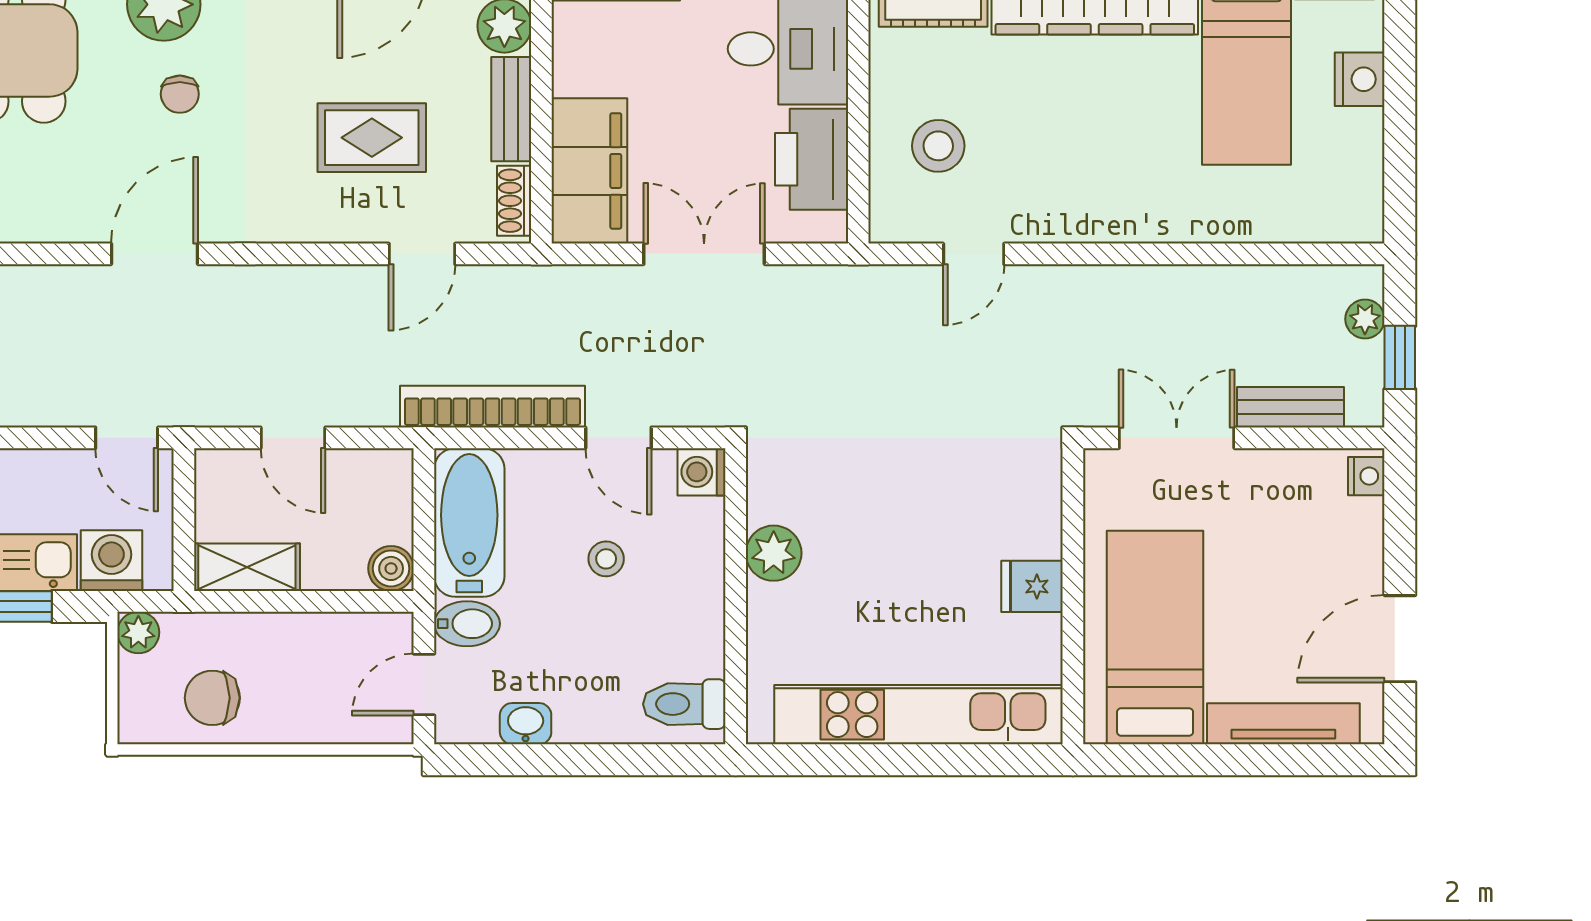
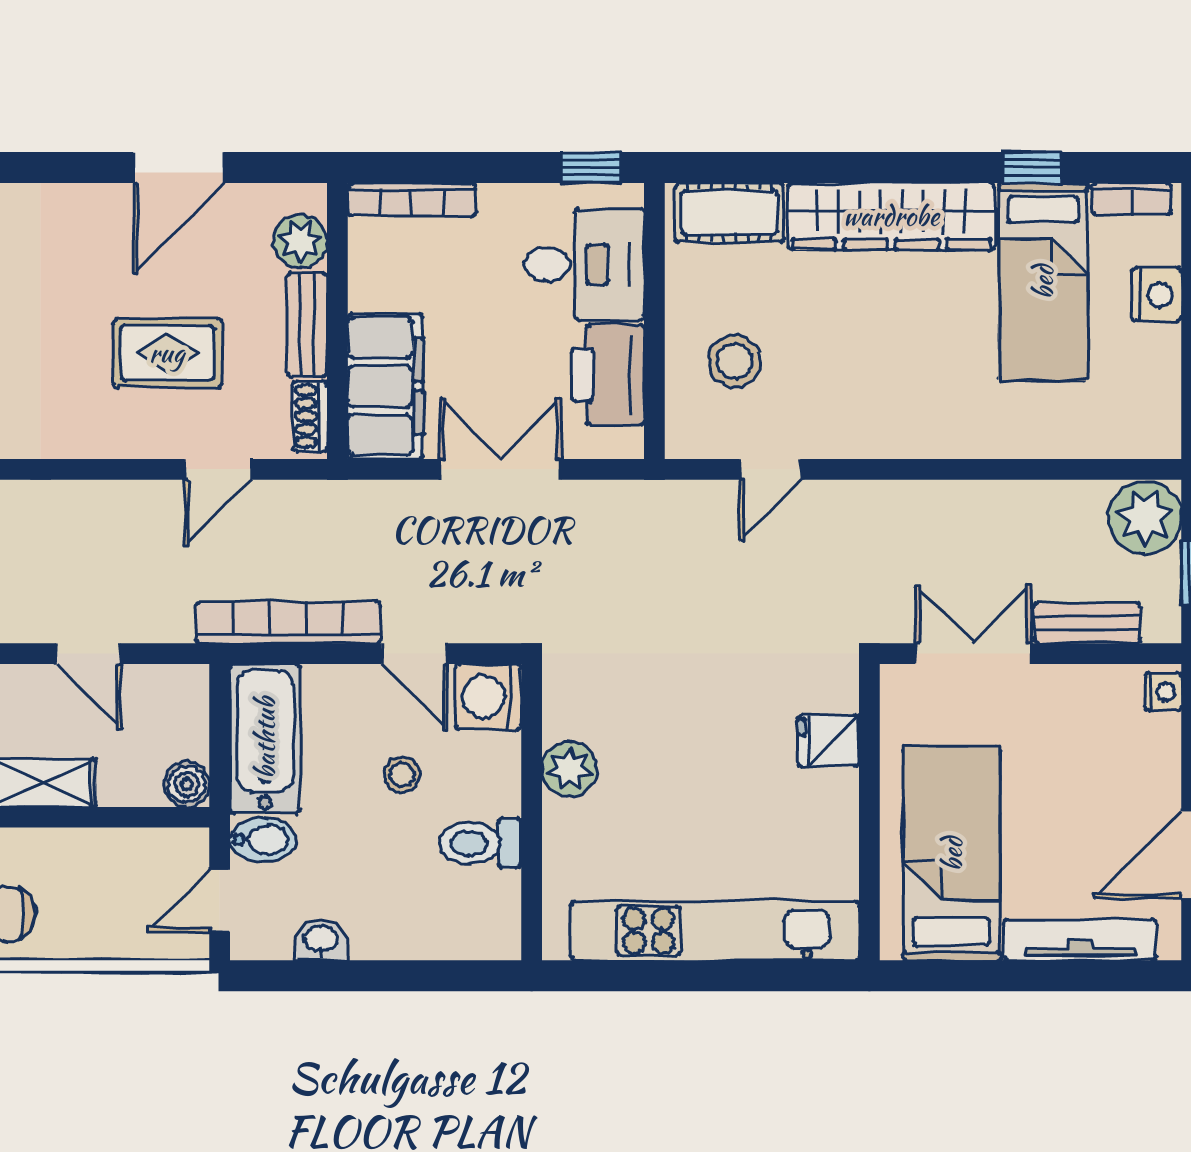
plant: (1365, 319) -> (1145, 518), width x1.88, depth x1.88
washing machine: (702, 472) -> (489, 697), width x1.38, depth x1.38
fridge: (1032, 586) -> (828, 740), moved
toilet: (684, 704) -> (480, 843), moved

